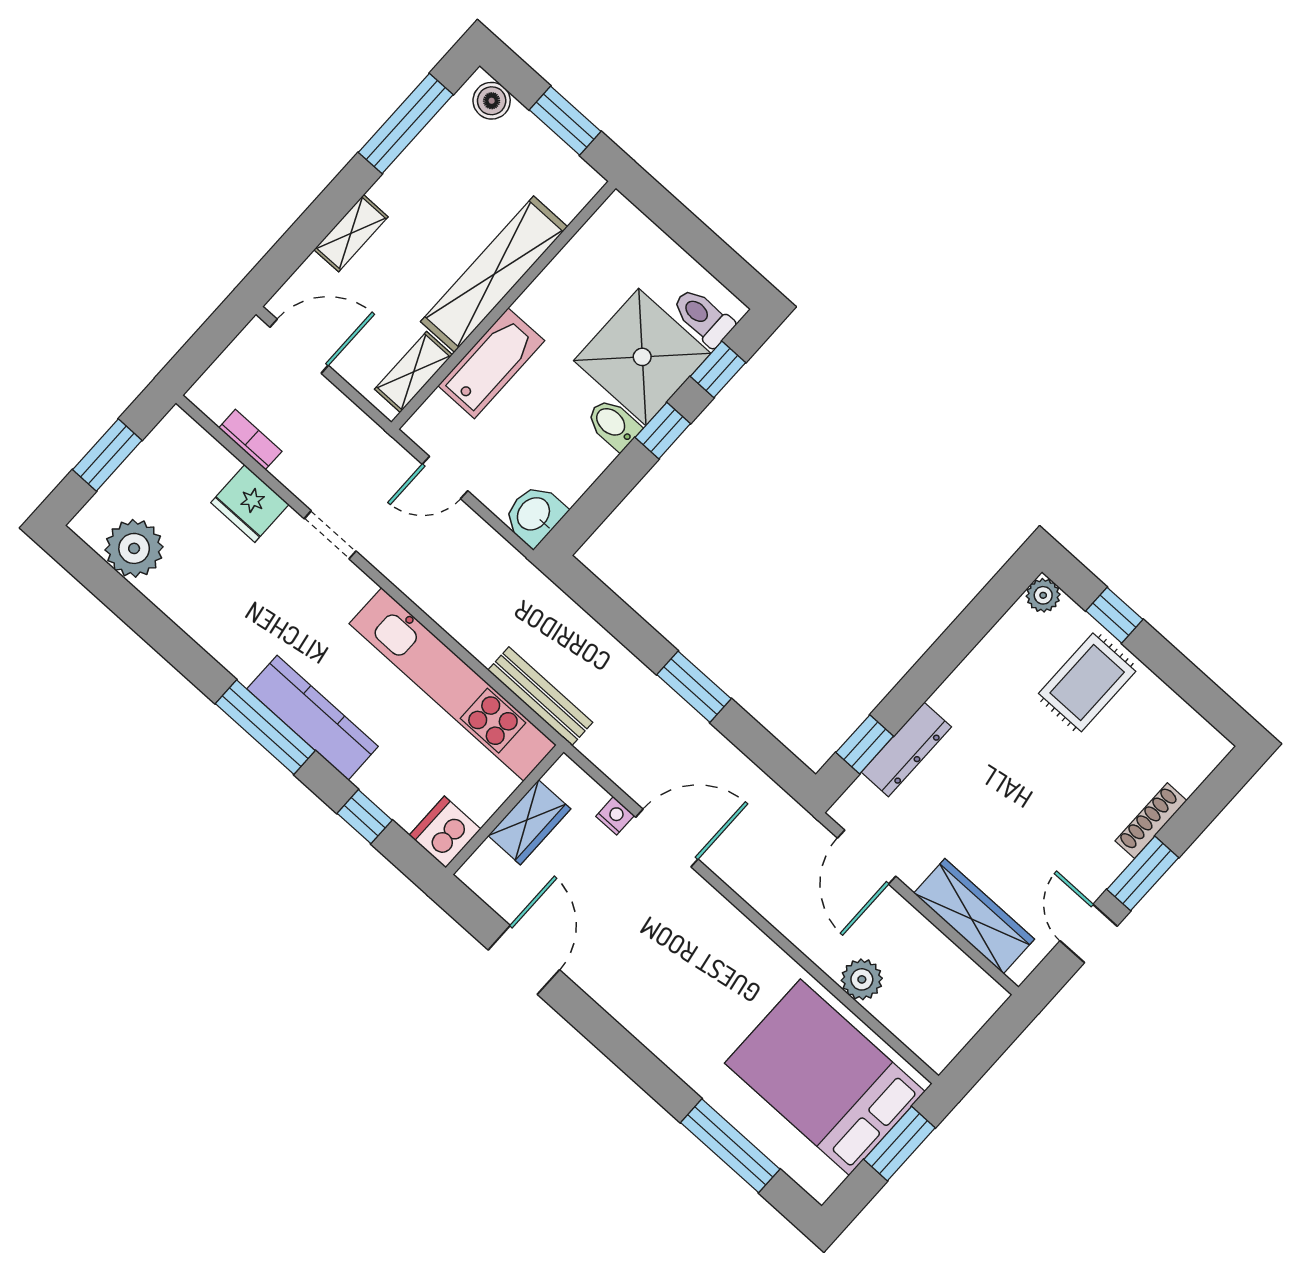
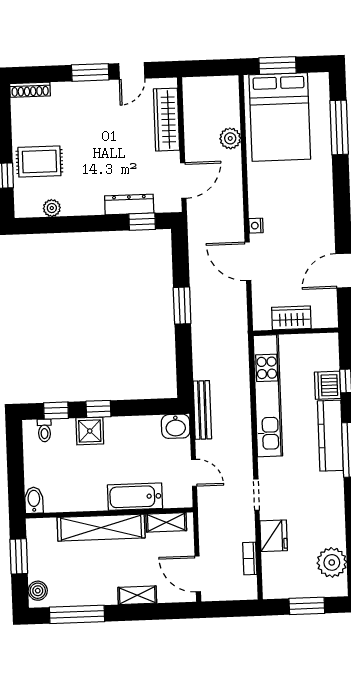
toilet: (703, 317) -> (44, 430), width x0.73, depth x0.72
shower: (642, 357) -> (90, 431), width x0.54, depth x0.54
bidet: (613, 424) -> (34, 500), moved, turned 180
plant: (1043, 595) -> (52, 208), moved
bench: (540, 696) -> (202, 410), moved
nightstand: (615, 816) -> (256, 226), moved
shoe rack: (1151, 821) -> (30, 90), moved
dishwasher: (445, 832) -> (328, 385), moved, turned 90

